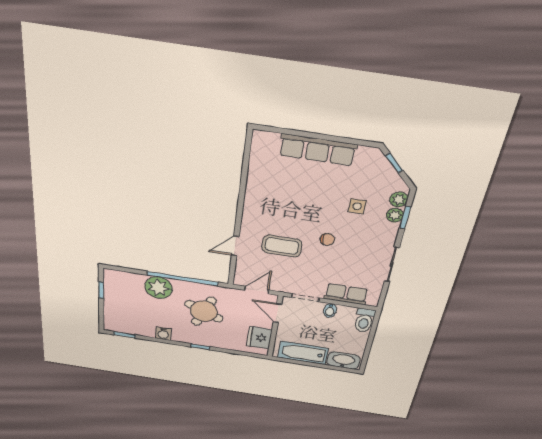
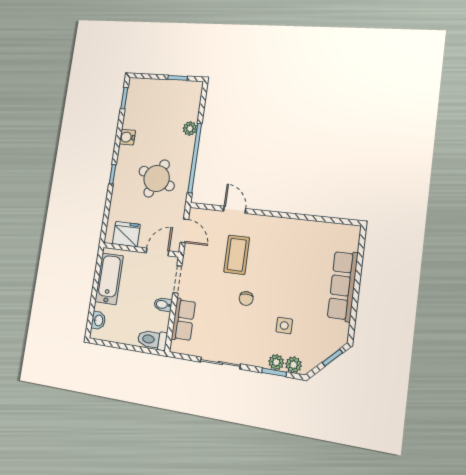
plant: (159, 288) -> (190, 128), width x0.53, depth x0.53
washbasin: (343, 360) -> (98, 320), width x0.52, depth x0.69

